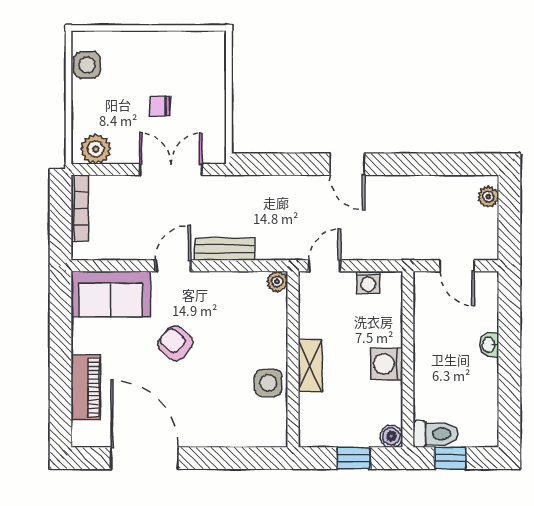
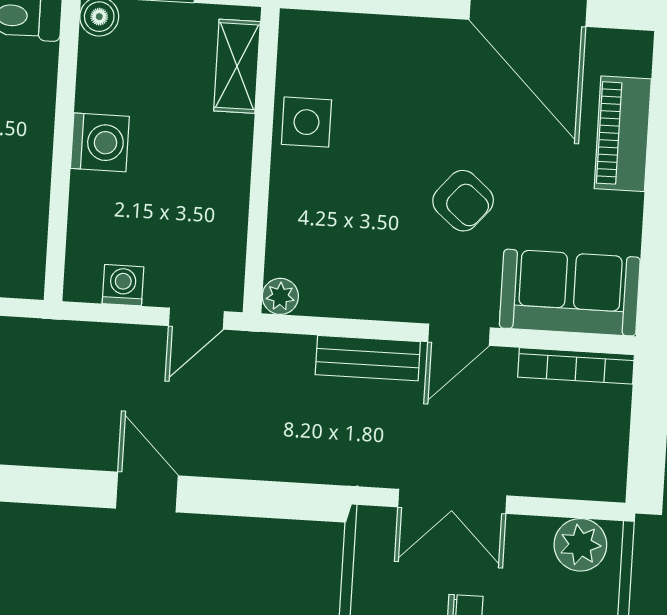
bookcase: (80, 208) -> (576, 366), moved, turned -90
shelving: (310, 366) -> (237, 66), moved

